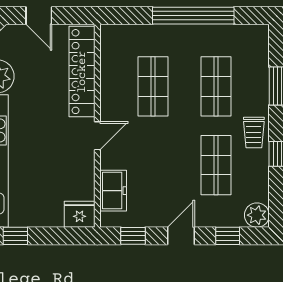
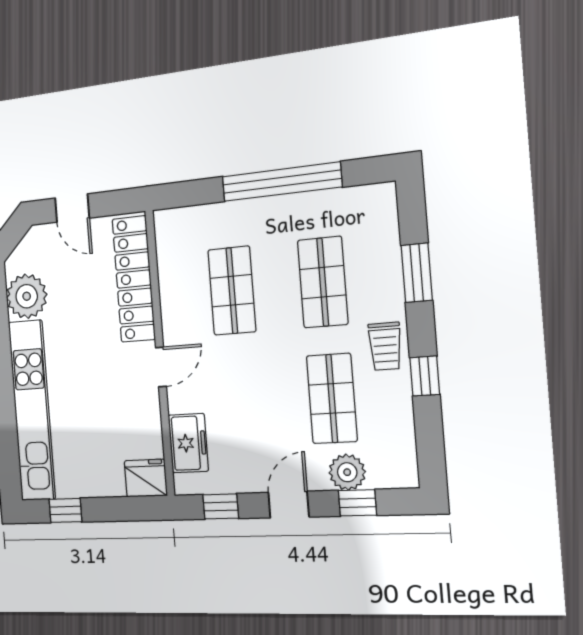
plant: (257, 215) -> (347, 472), moved

